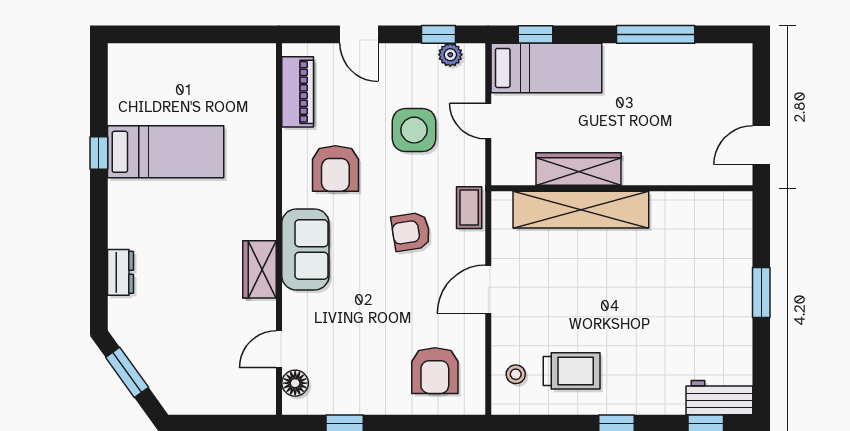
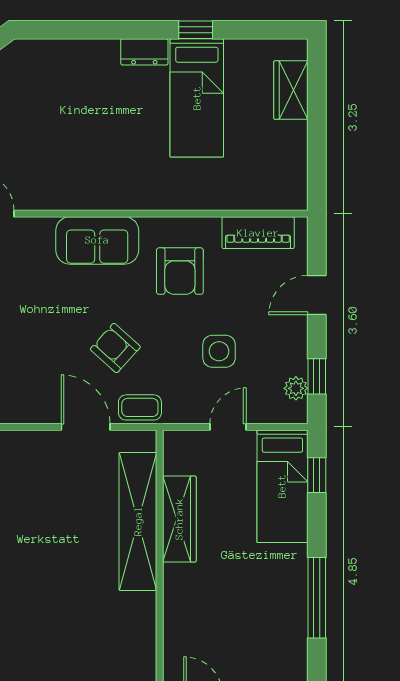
side table: (414, 130) -> (219, 351), width x0.73, depth x0.73
armchair: (335, 168) -> (180, 271), turned -90
armchair: (411, 232) -> (115, 348), turned -39
wardrobe: (259, 269) -> (291, 90), moved, turned -90
dresser: (121, 272) -> (144, 52), moved
door: (488, 289) -> (86, 427), moved

